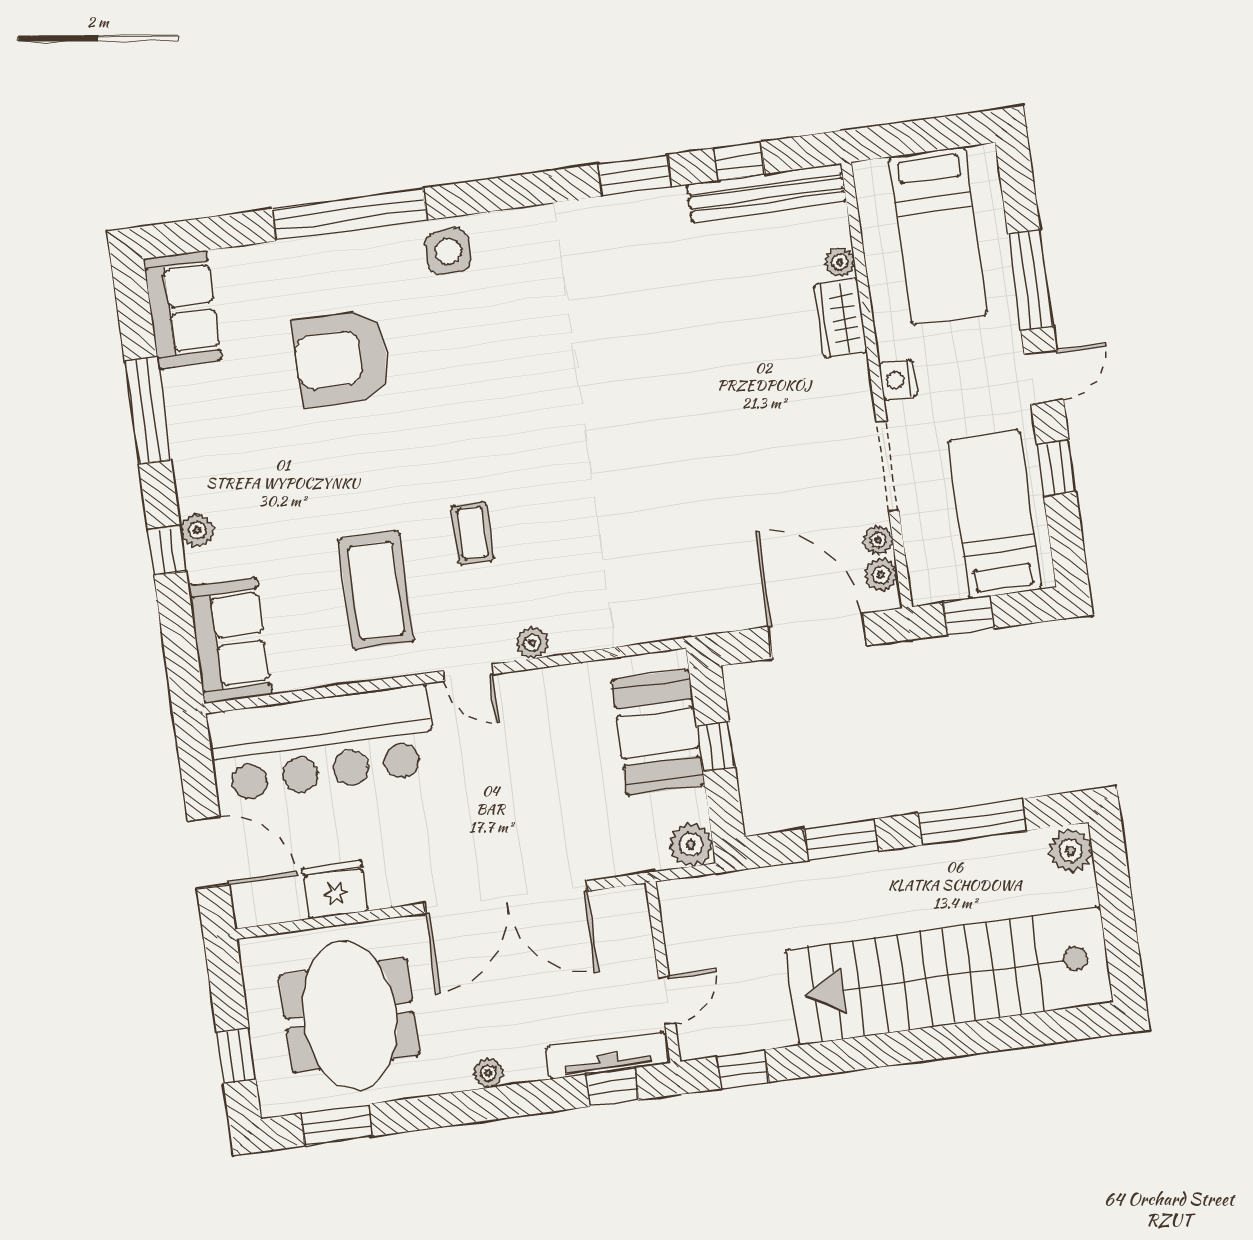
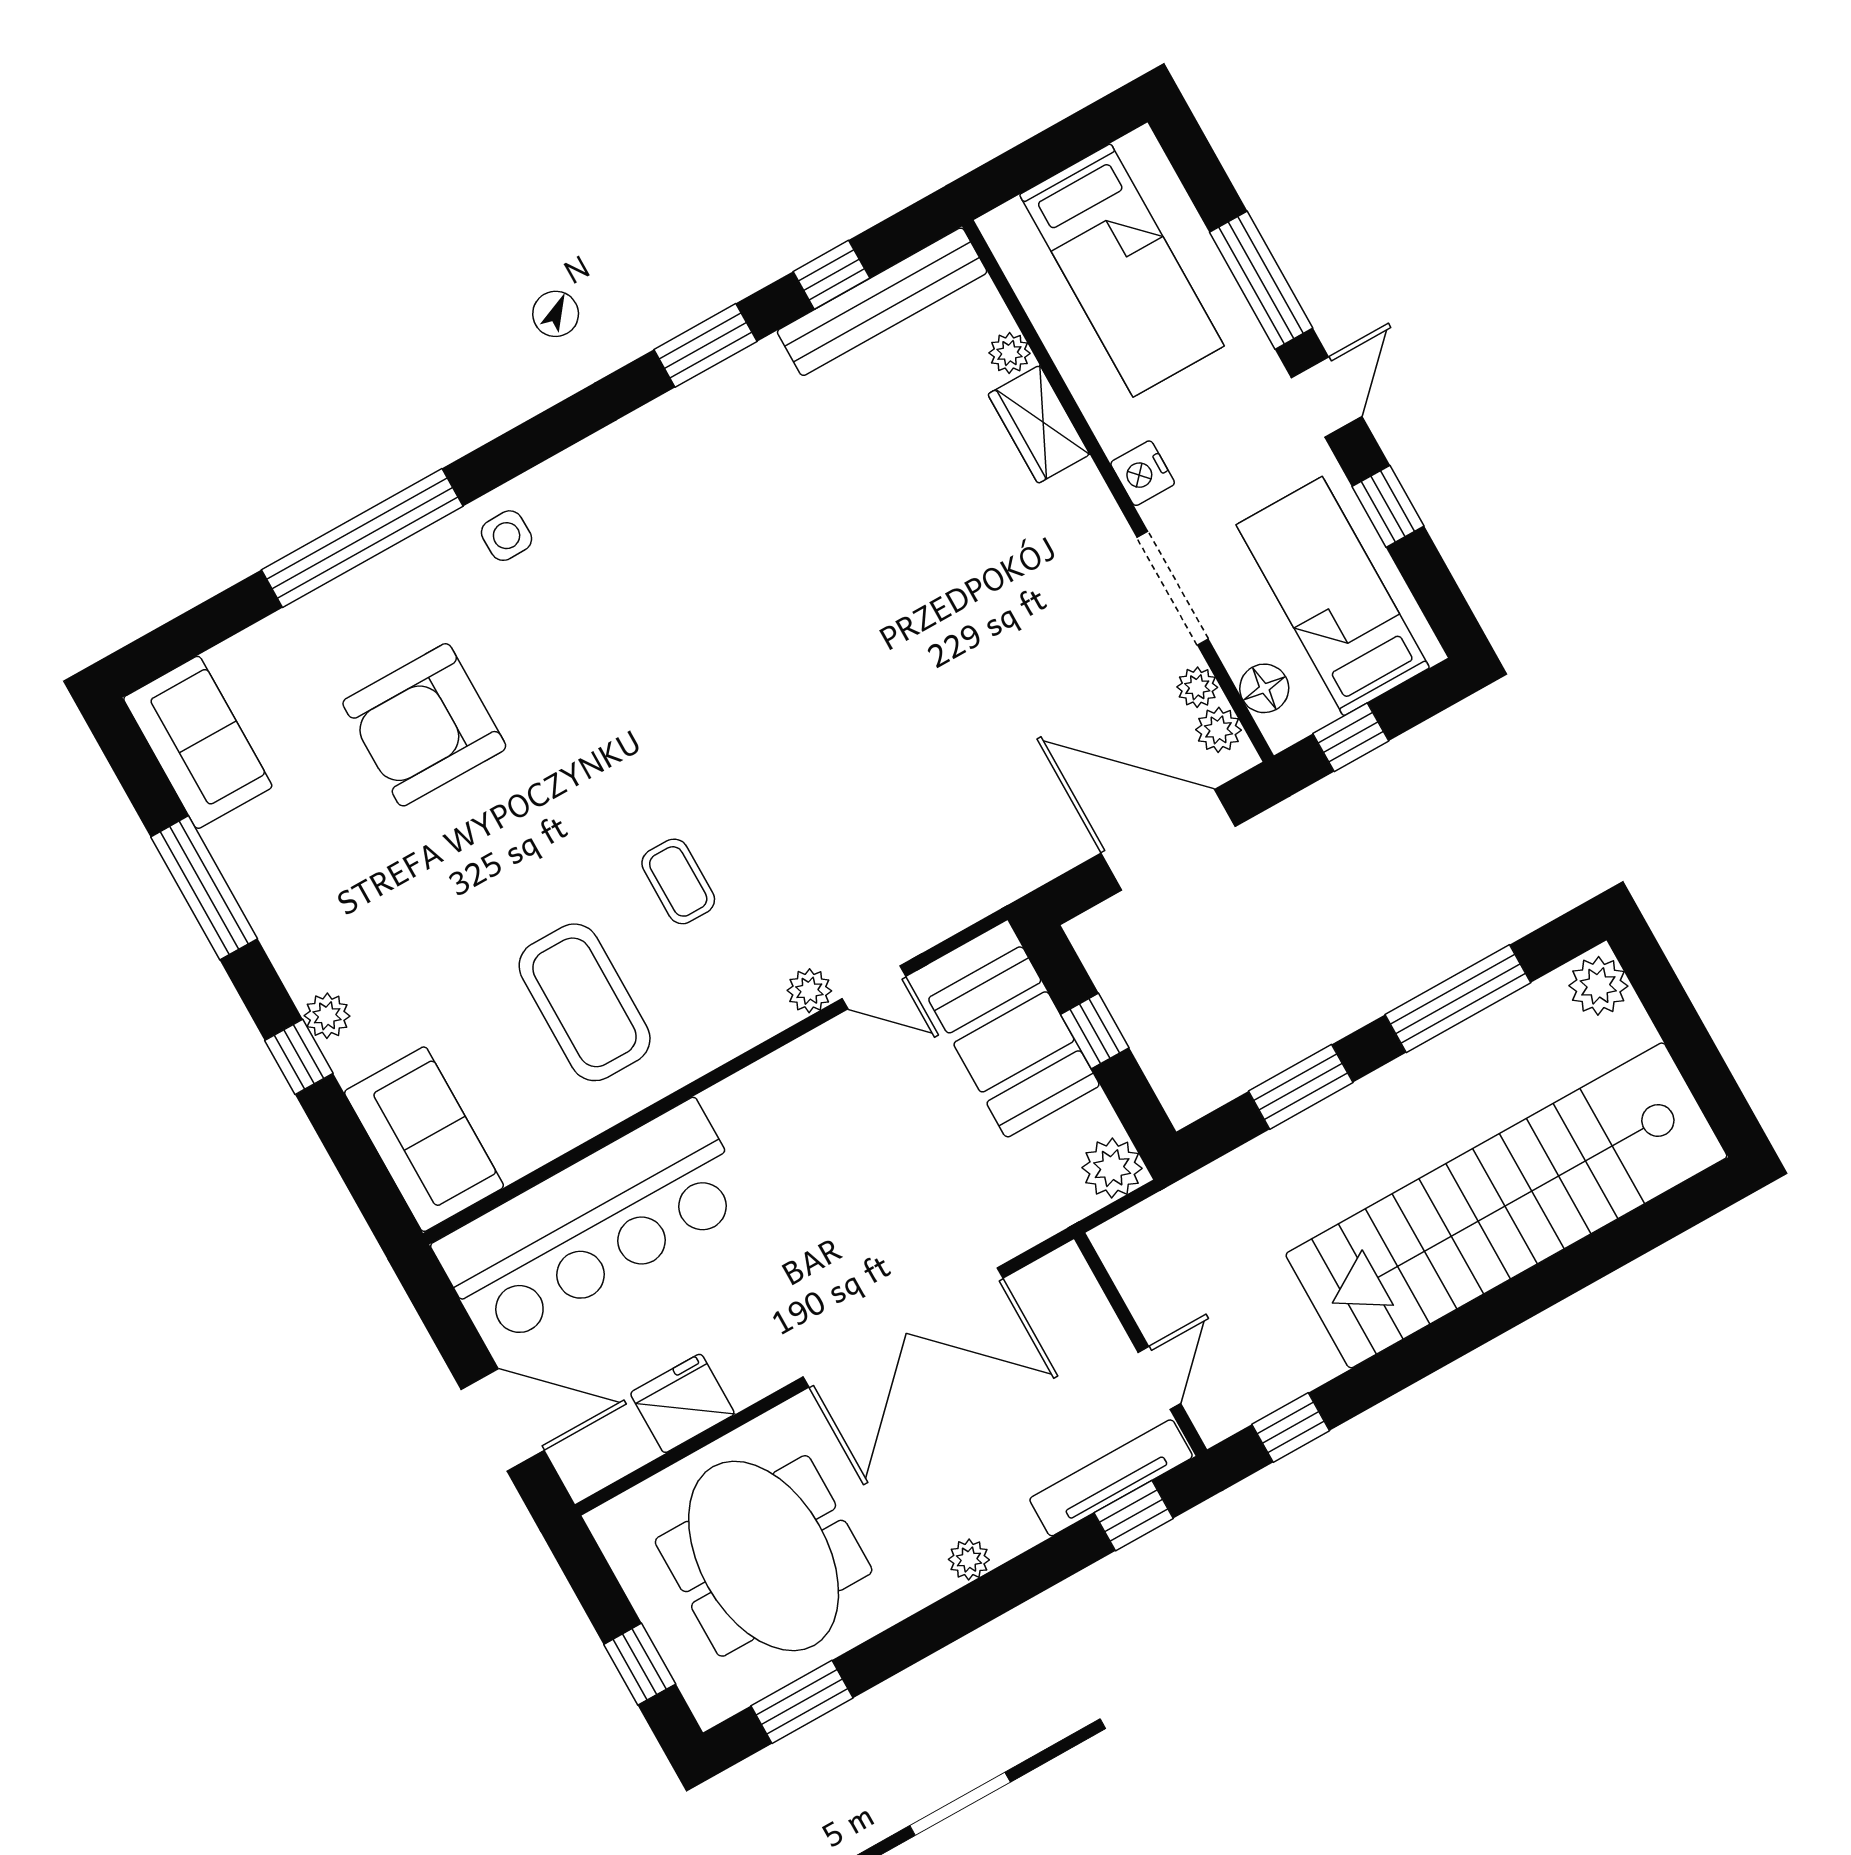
side table: (448, 251) -> (507, 536), width x0.73, depth x0.73
floor lamp: (923, 559) -> (1264, 688), added
door: (468, 673) -> (874, 987), moved

